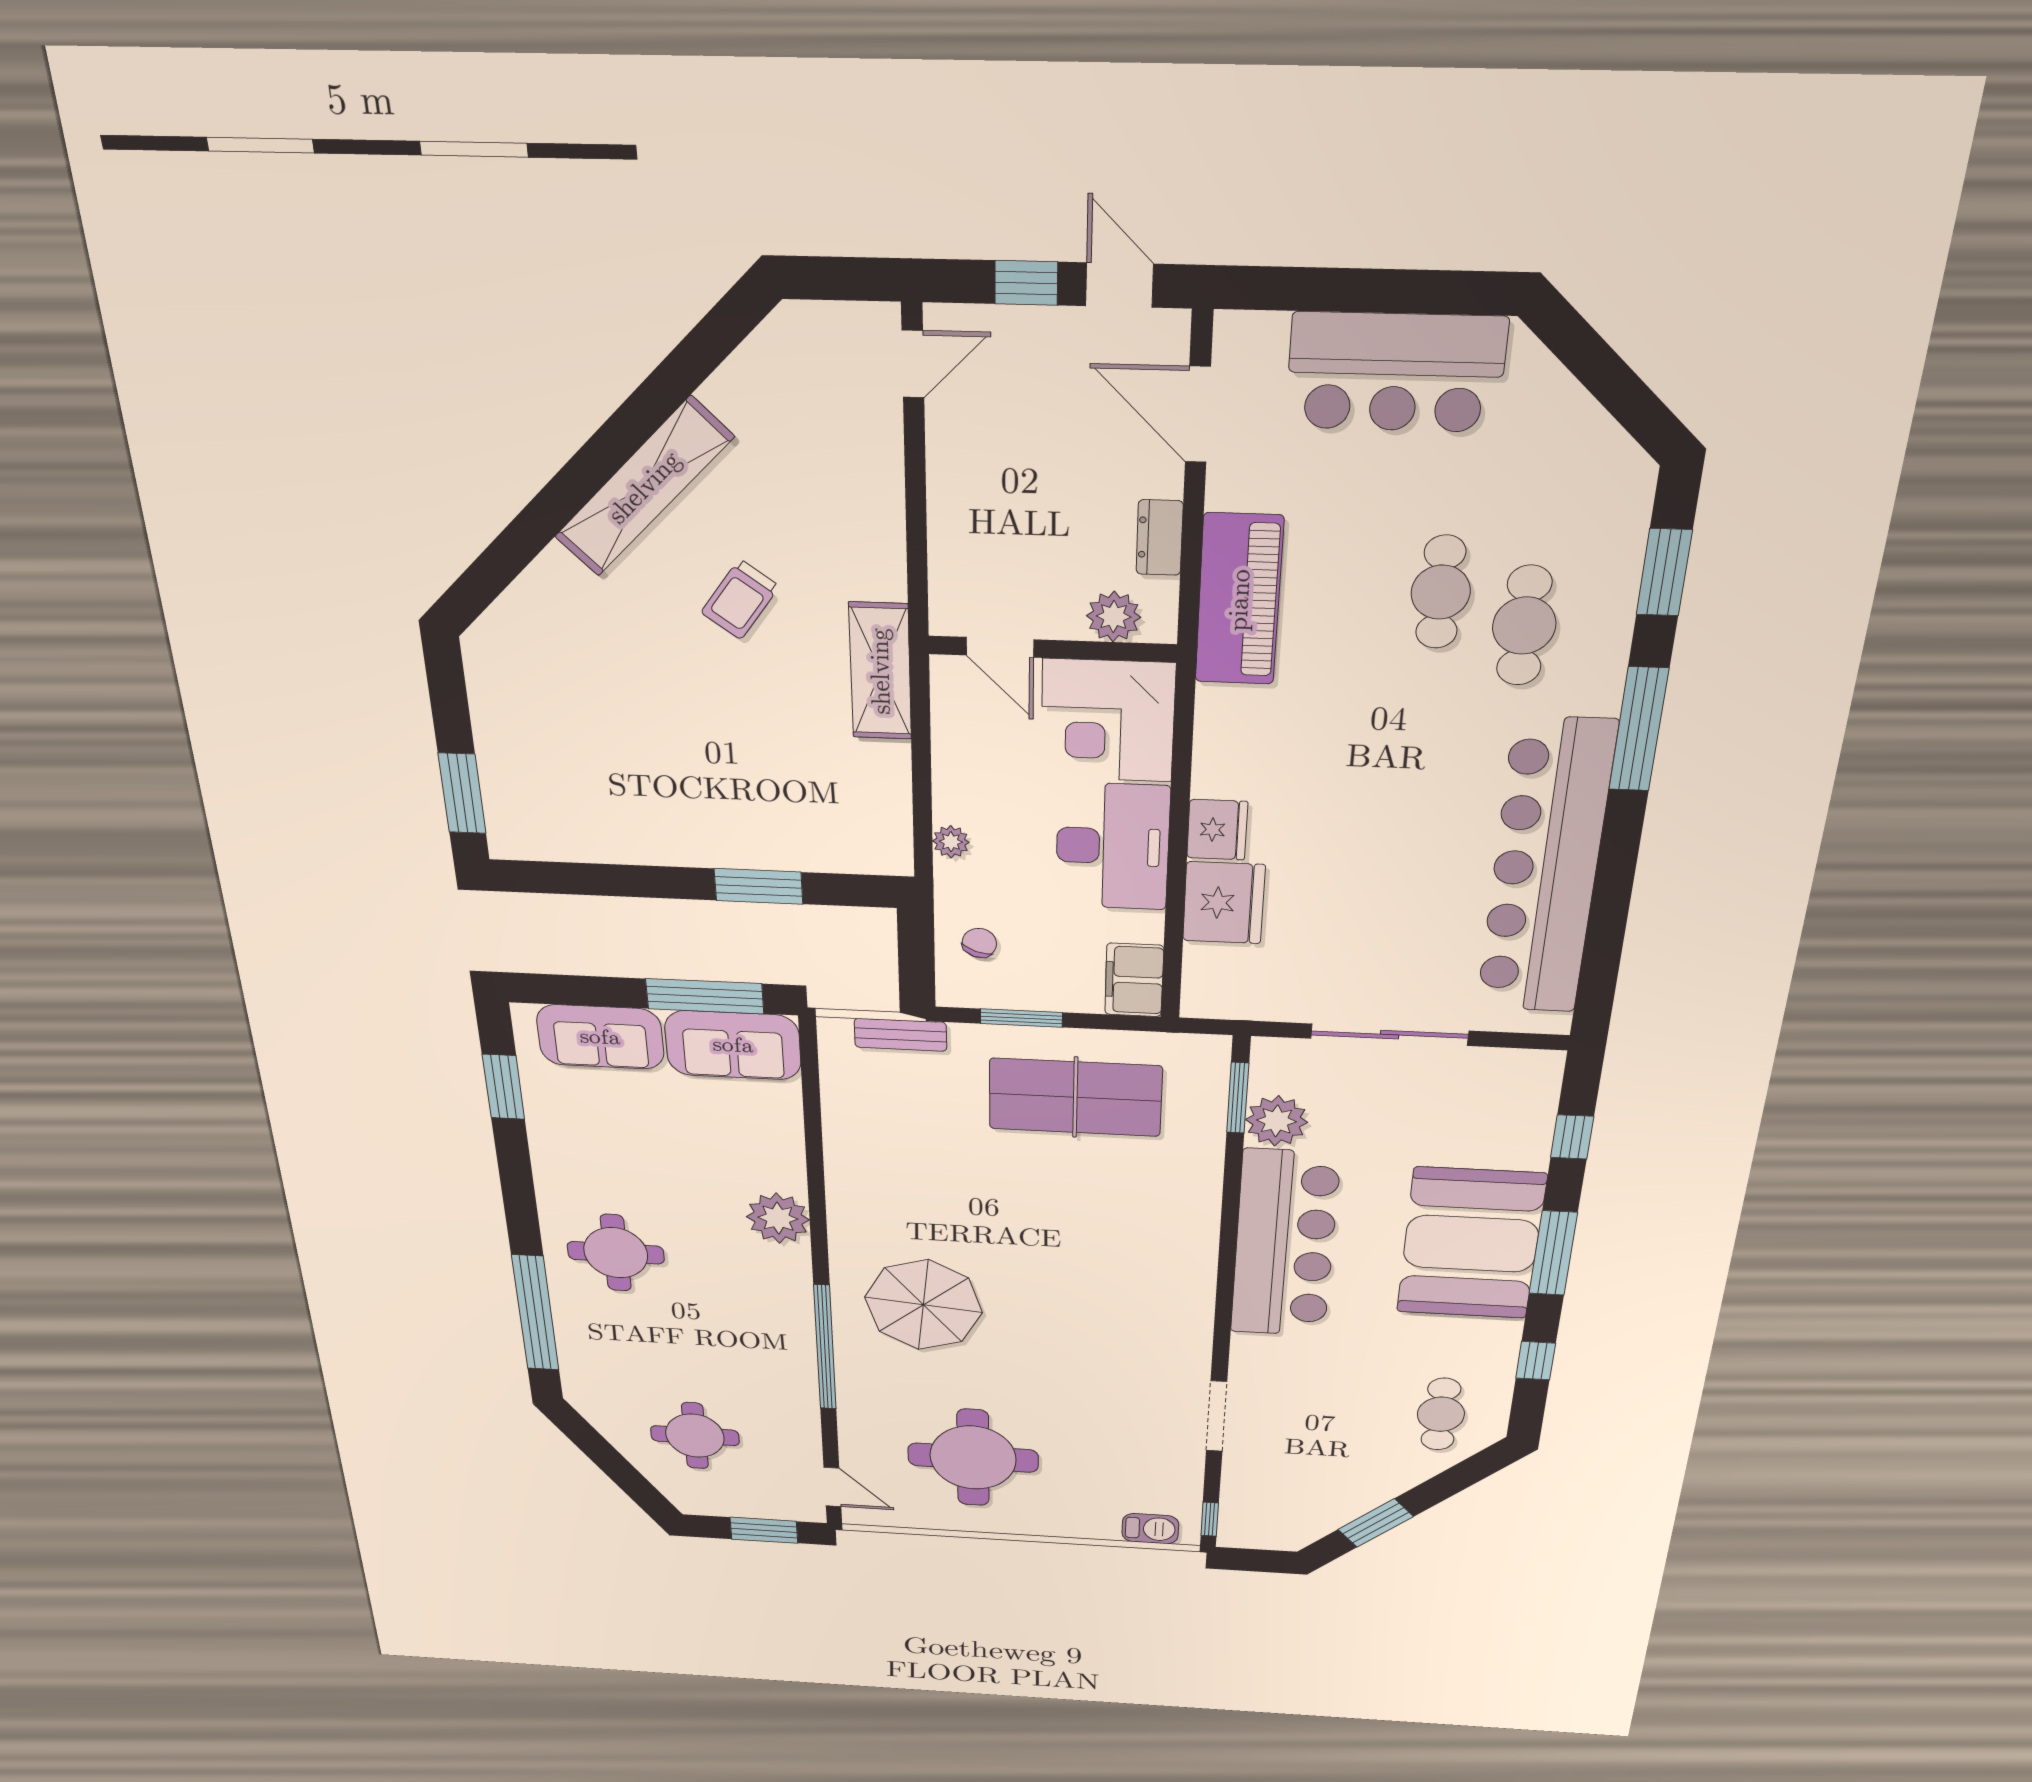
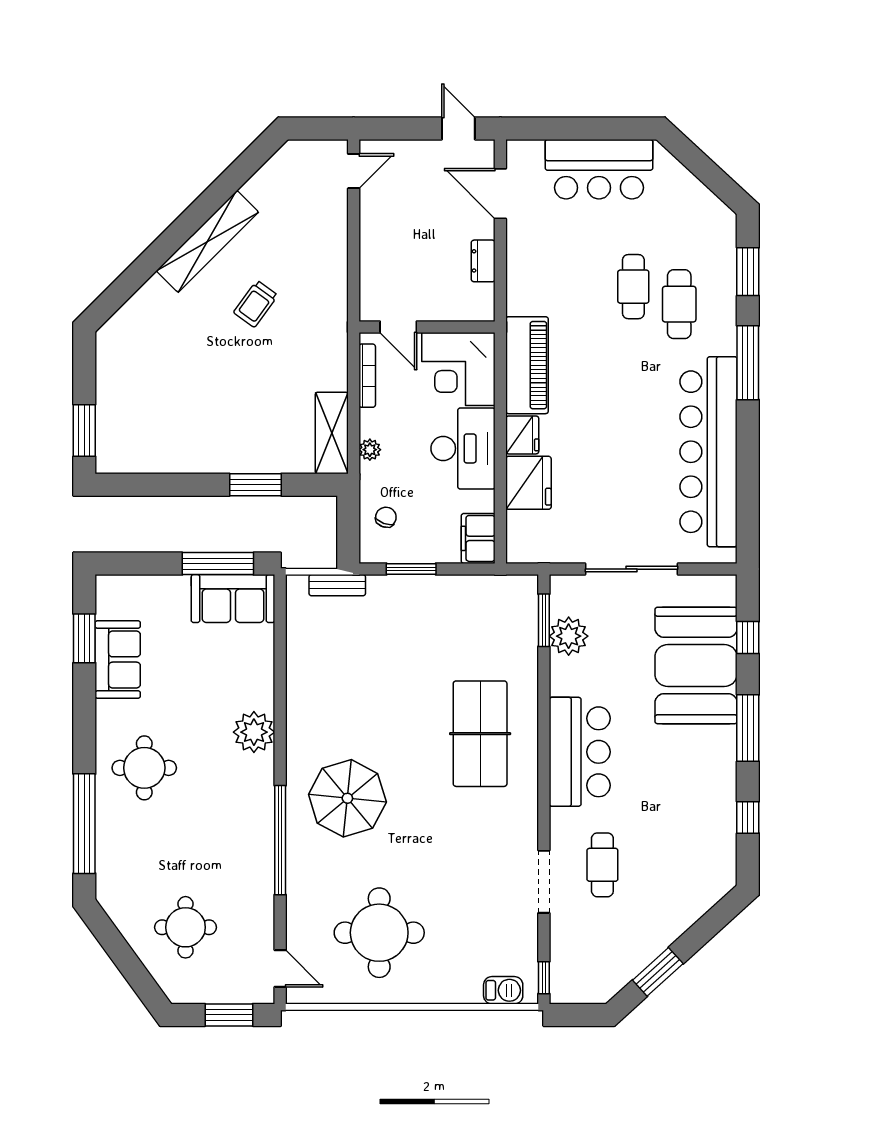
window: (1026, 283) -> (412, 128), removed
piano: (1239, 600) -> (527, 365), moved
plant: (1114, 617) -> (460, 307), removed
shelving: (880, 671) -> (332, 433), moved
bookcase: (945, 726) -> (367, 376), added
sofa: (600, 1037) -> (118, 659), moved, turned -90
table tennis table: (1075, 1097) -> (480, 734), moved, turned 90
bar counter: (1285, 1244) -> (580, 752), width x0.73
booth: (1471, 1244) -> (696, 665), moved
cafe table: (1441, 1414) -> (602, 865), moved

